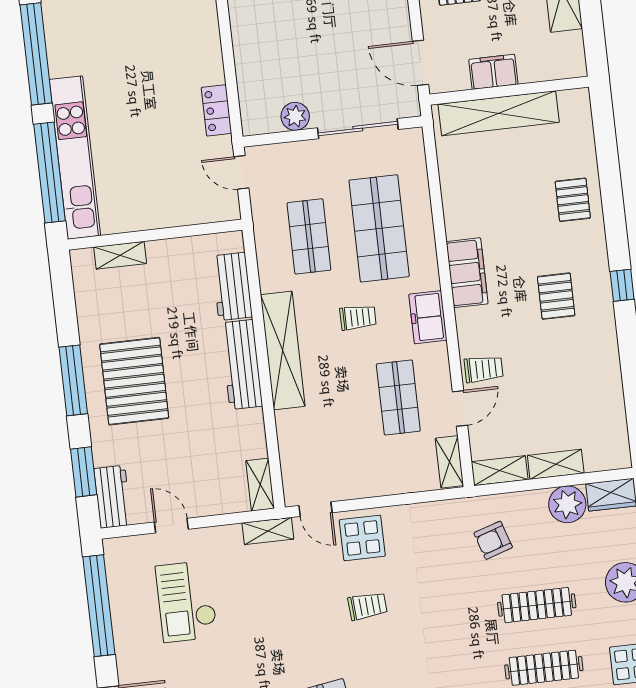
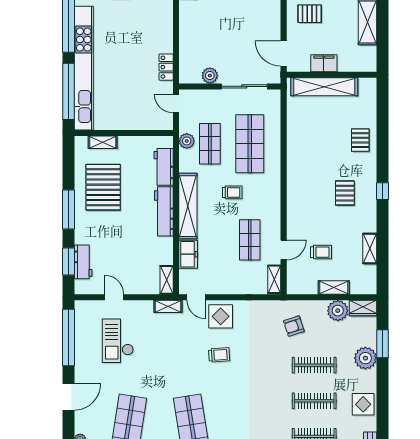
kitchen unit: (75, 158) -> (84, 68), width x1.36
plant: (268, 236) -> (187, 141), added
filing cabinet: (467, 273) -> (296, 174), removed
freezer: (428, 317) -> (188, 254), moved, turned 180
trolley: (484, 369) -> (321, 252), moved
pallet: (134, 381) -> (103, 187), moved
shelving: (500, 471) -> (370, 249), moved, turned 90
workbench: (113, 497) -> (83, 262), moved

